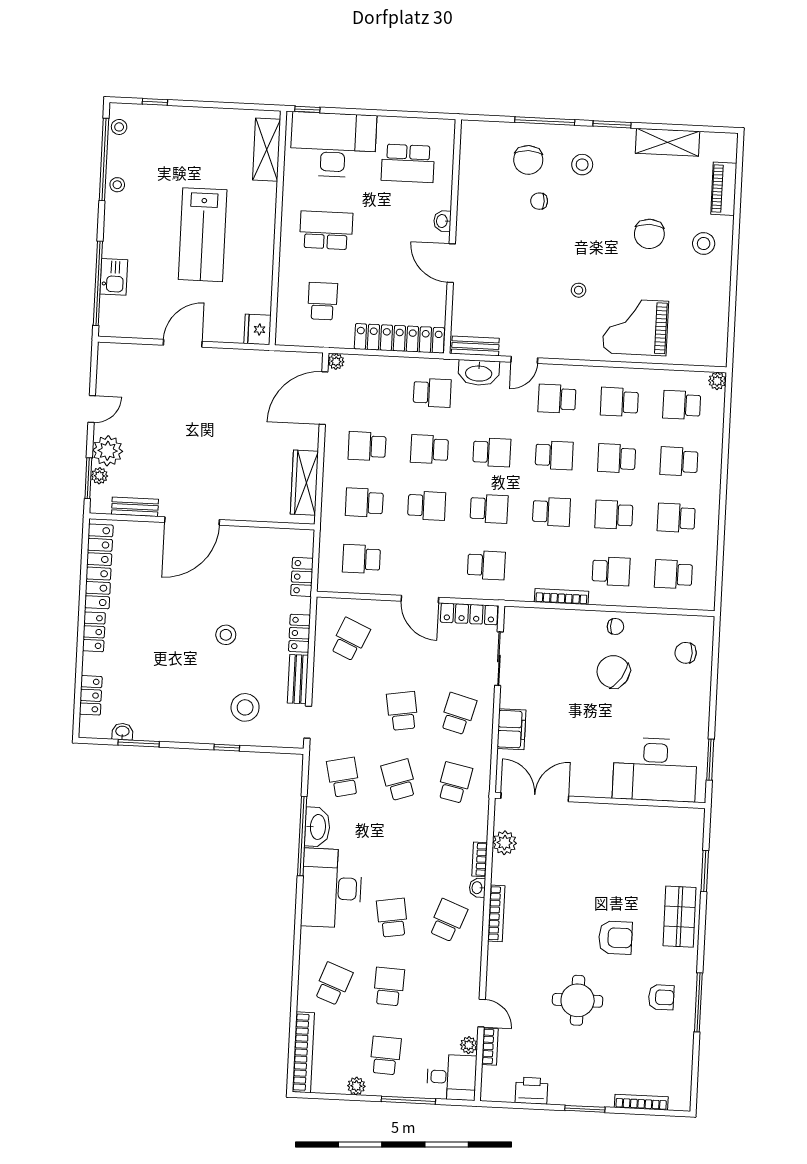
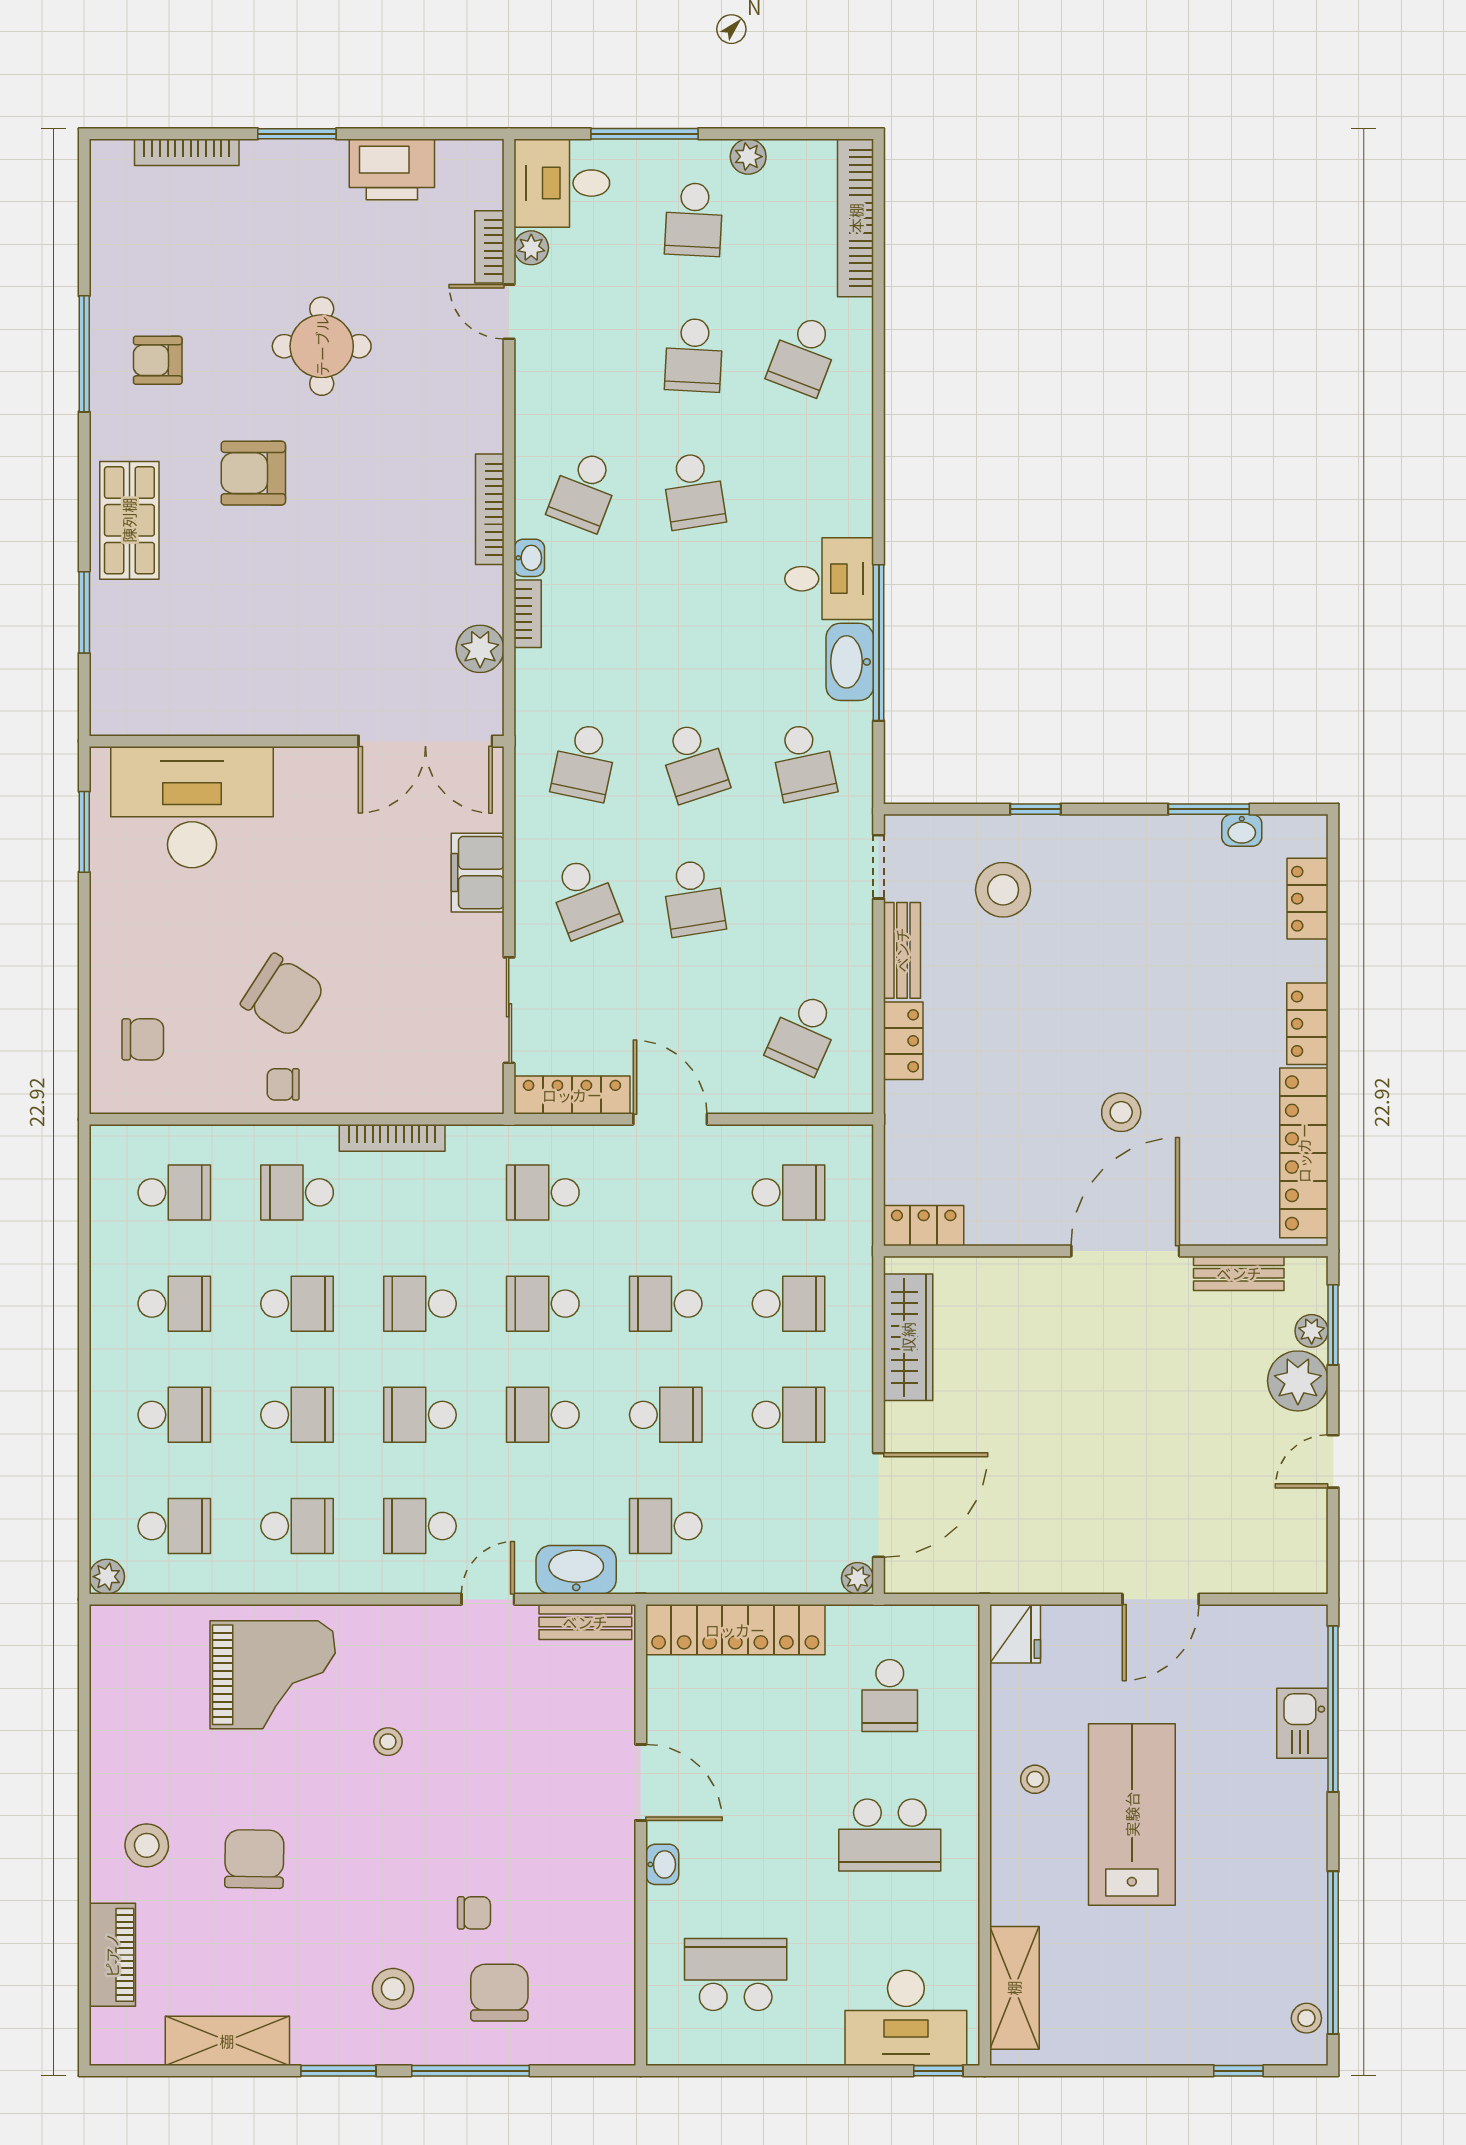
desk: (333, 145) -> (906, 2018), width x0.73, depth x0.77
stool: (117, 185) -> (1035, 1779), moved
school desk: (557, 399) -> (420, 1526), turned 180
locker: (302, 577) -> (924, 1226), moved, turned -90
stool: (226, 635) -> (1121, 1112), moved
school desk: (458, 714) -> (584, 898), turned -36
desk: (332, 888) -> (829, 579), width x0.53, depth x0.77
printer: (532, 1091) -> (392, 169), width x1.37, depth x1.19

